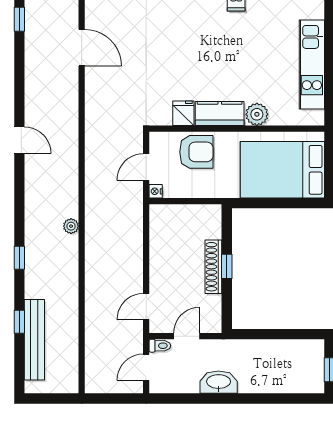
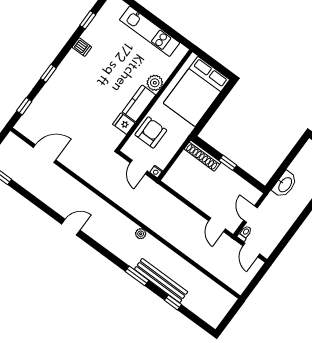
window: (19, 258) -> (137, 276), width x1.50
shoe rack: (213, 267) -> (202, 156), moved
bench: (34, 340) -> (161, 281), moved
washbasin: (219, 382) -> (285, 184), moved, turned 180

